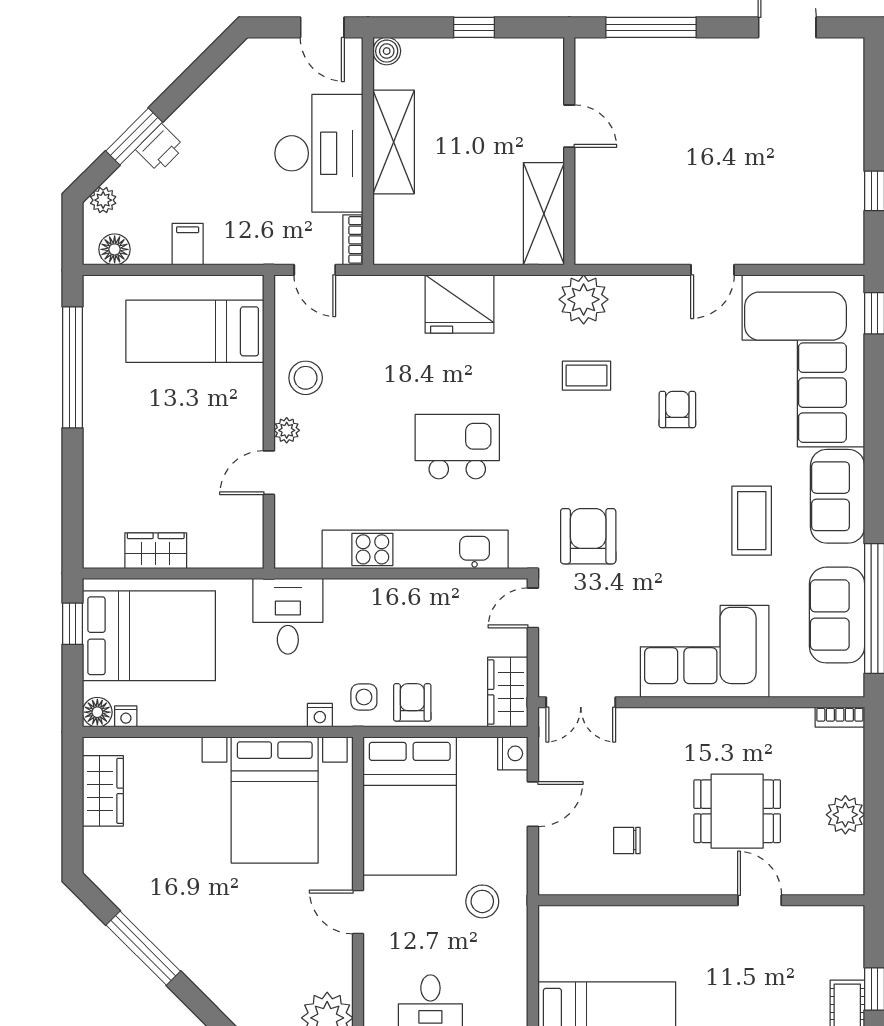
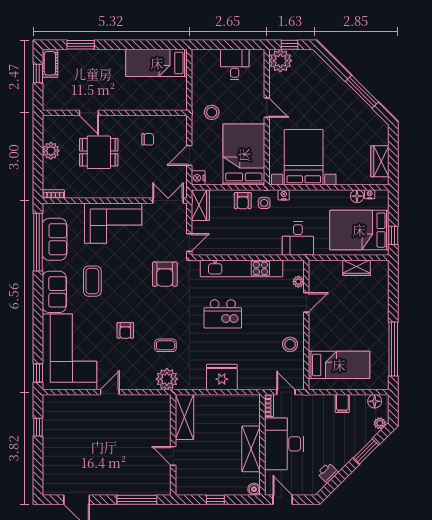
printer: (160, 148) -> (328, 473), moved
plant: (287, 430) -> (298, 282), moved
floor lamp: (97, 712) -> (357, 196), moved

